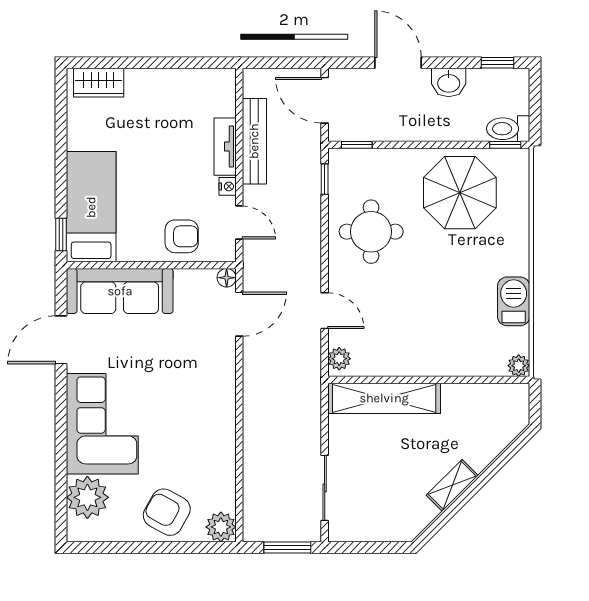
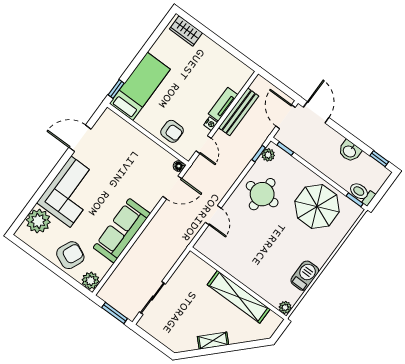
door: (398, 63) -> (316, 112), moved
sofa: (120, 291) -> (122, 231), moved, turned 90
plant: (339, 359) -> (268, 155), moved
shelving: (384, 398) -> (239, 297), moved
armchair: (167, 512) -> (70, 255), turned 85

